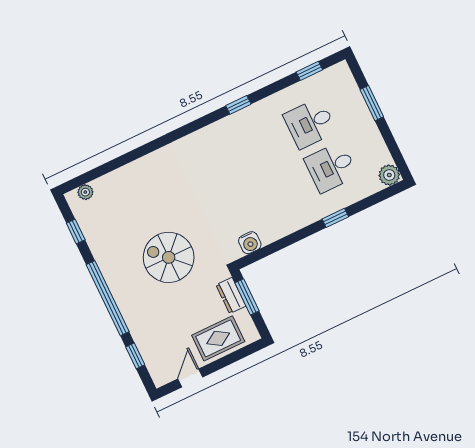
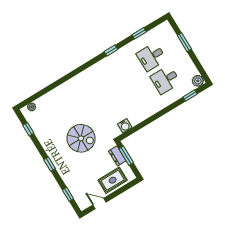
window: (309, 71) -> (139, 33), moved
window: (335, 218) -> (190, 95), moved
spiral stairs: (169, 257) -> (81, 138), turned 180
window: (108, 298) -> (50, 164), width x0.32
door: (190, 378) -> (99, 203), hinge flipped

